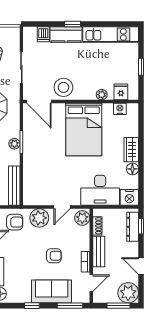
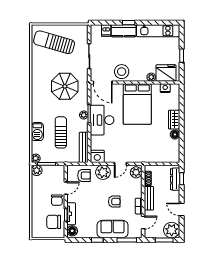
fridge: (121, 92) -> (166, 73), width x1.88, depth x1.34
desk: (100, 190) -> (102, 120), moved, turned 90
nightstand: (129, 197) -> (97, 156), moved

